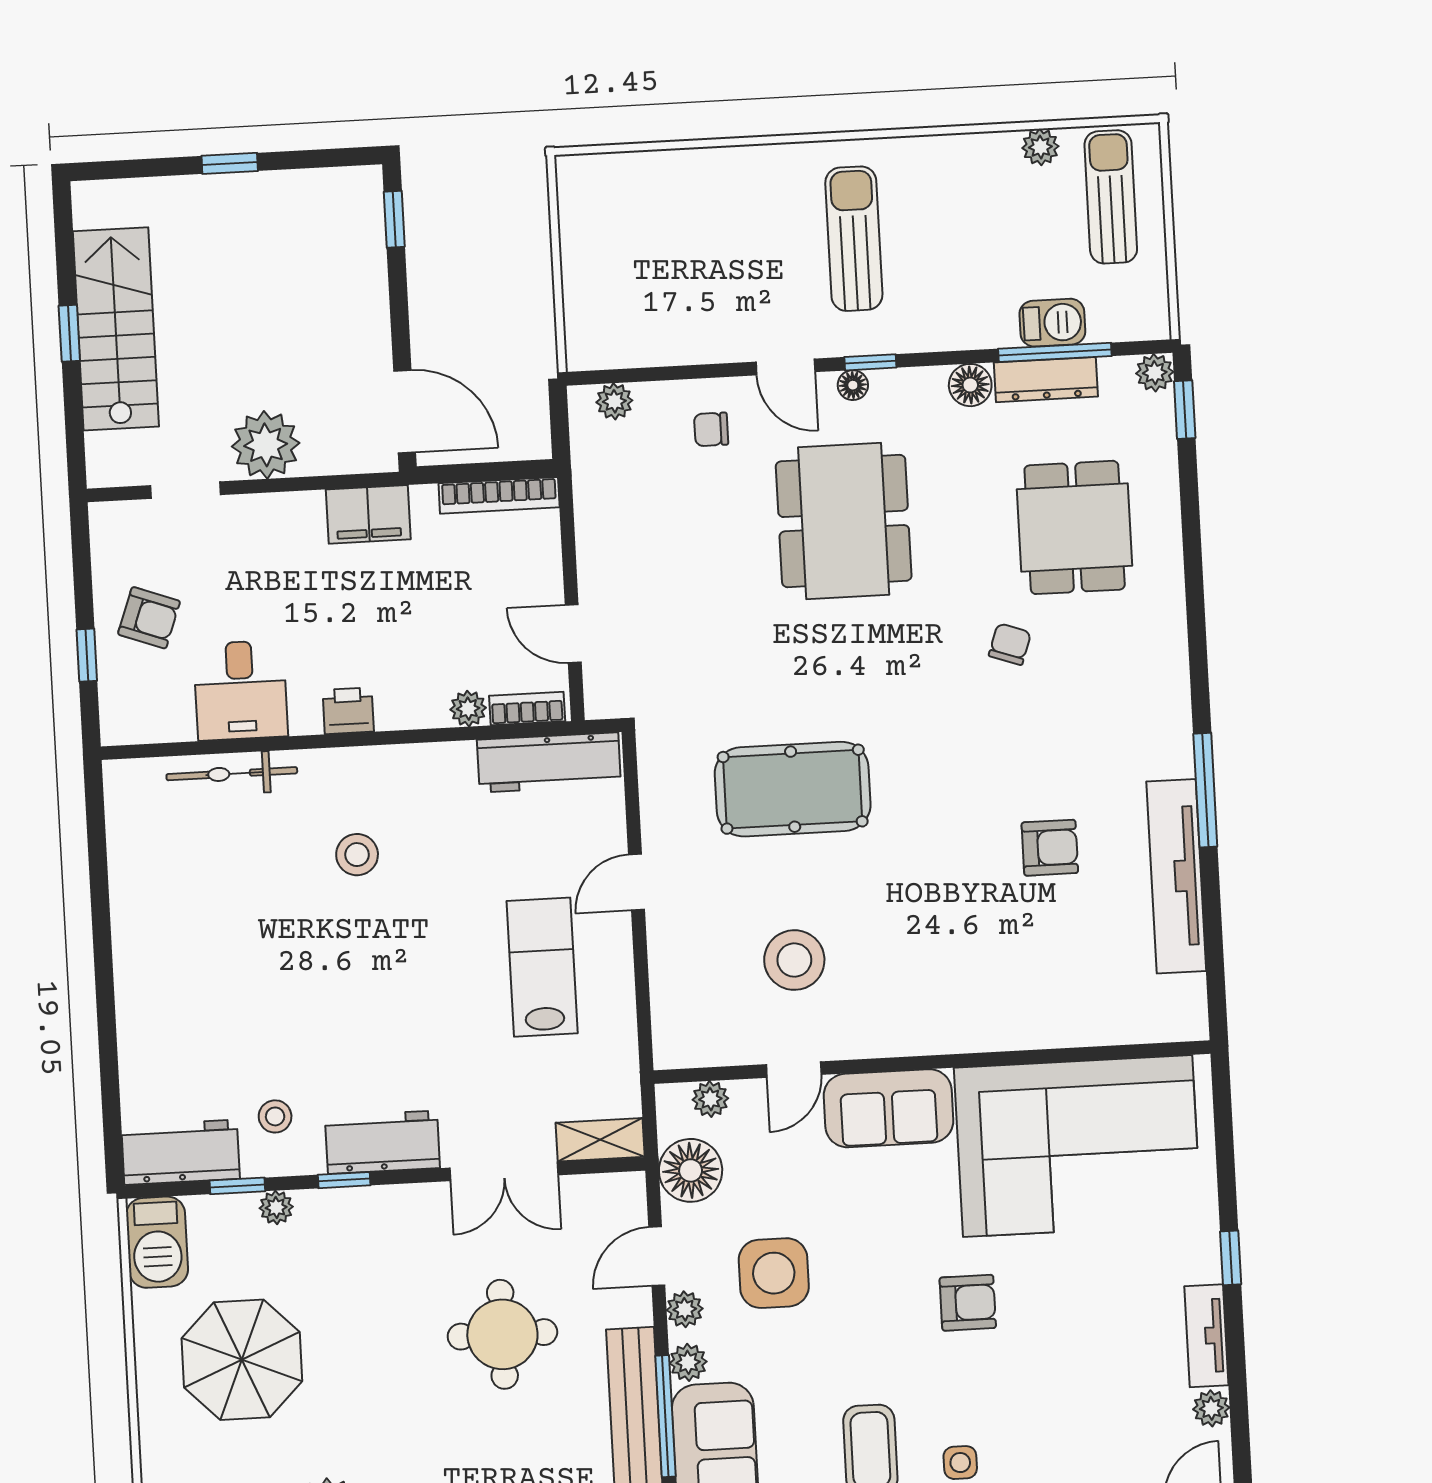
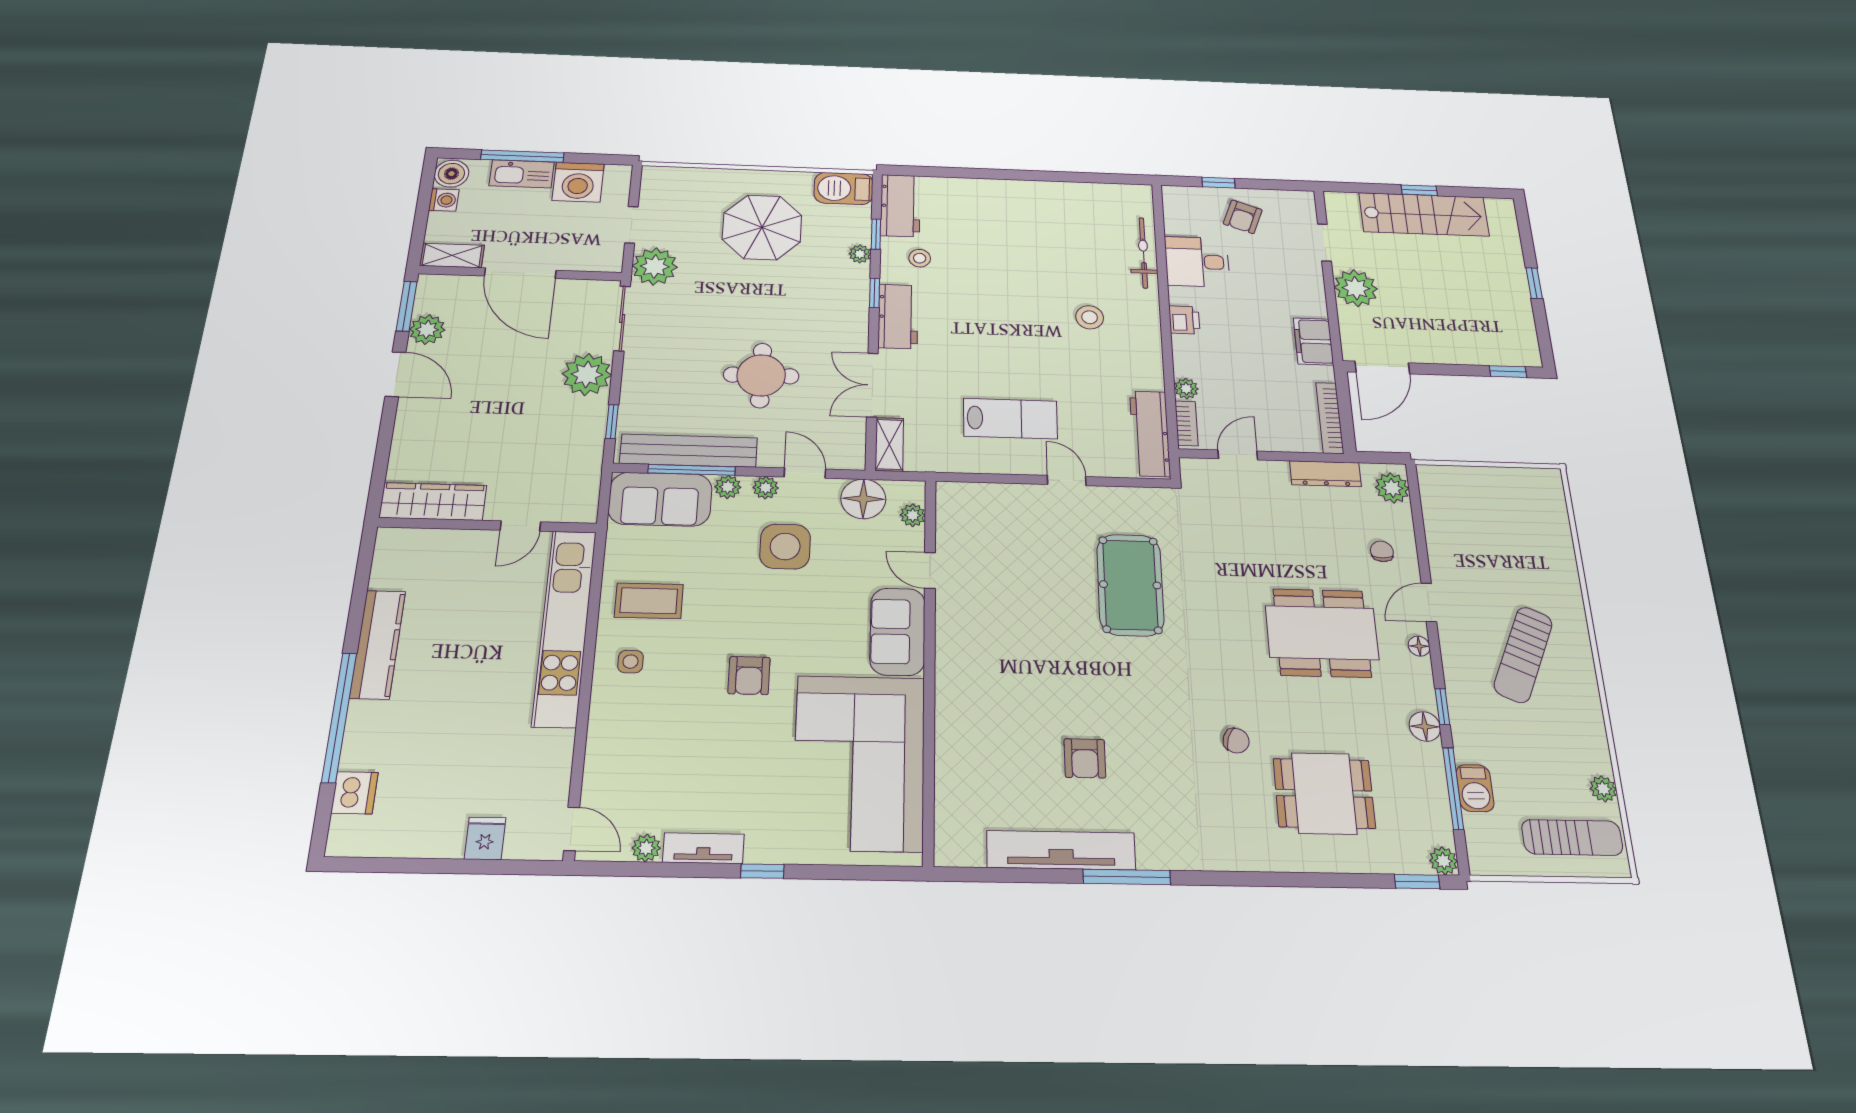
sun lounger: (854, 239) -> (1523, 655), turned 114
window: (870, 362) -> (1442, 707), moved
dresser: (1046, 380) -> (1325, 474), moved, turned -90
plant: (614, 401) -> (1392, 488), width x1.38, depth x1.38
stool: (794, 960) -> (1008, 577), removed

